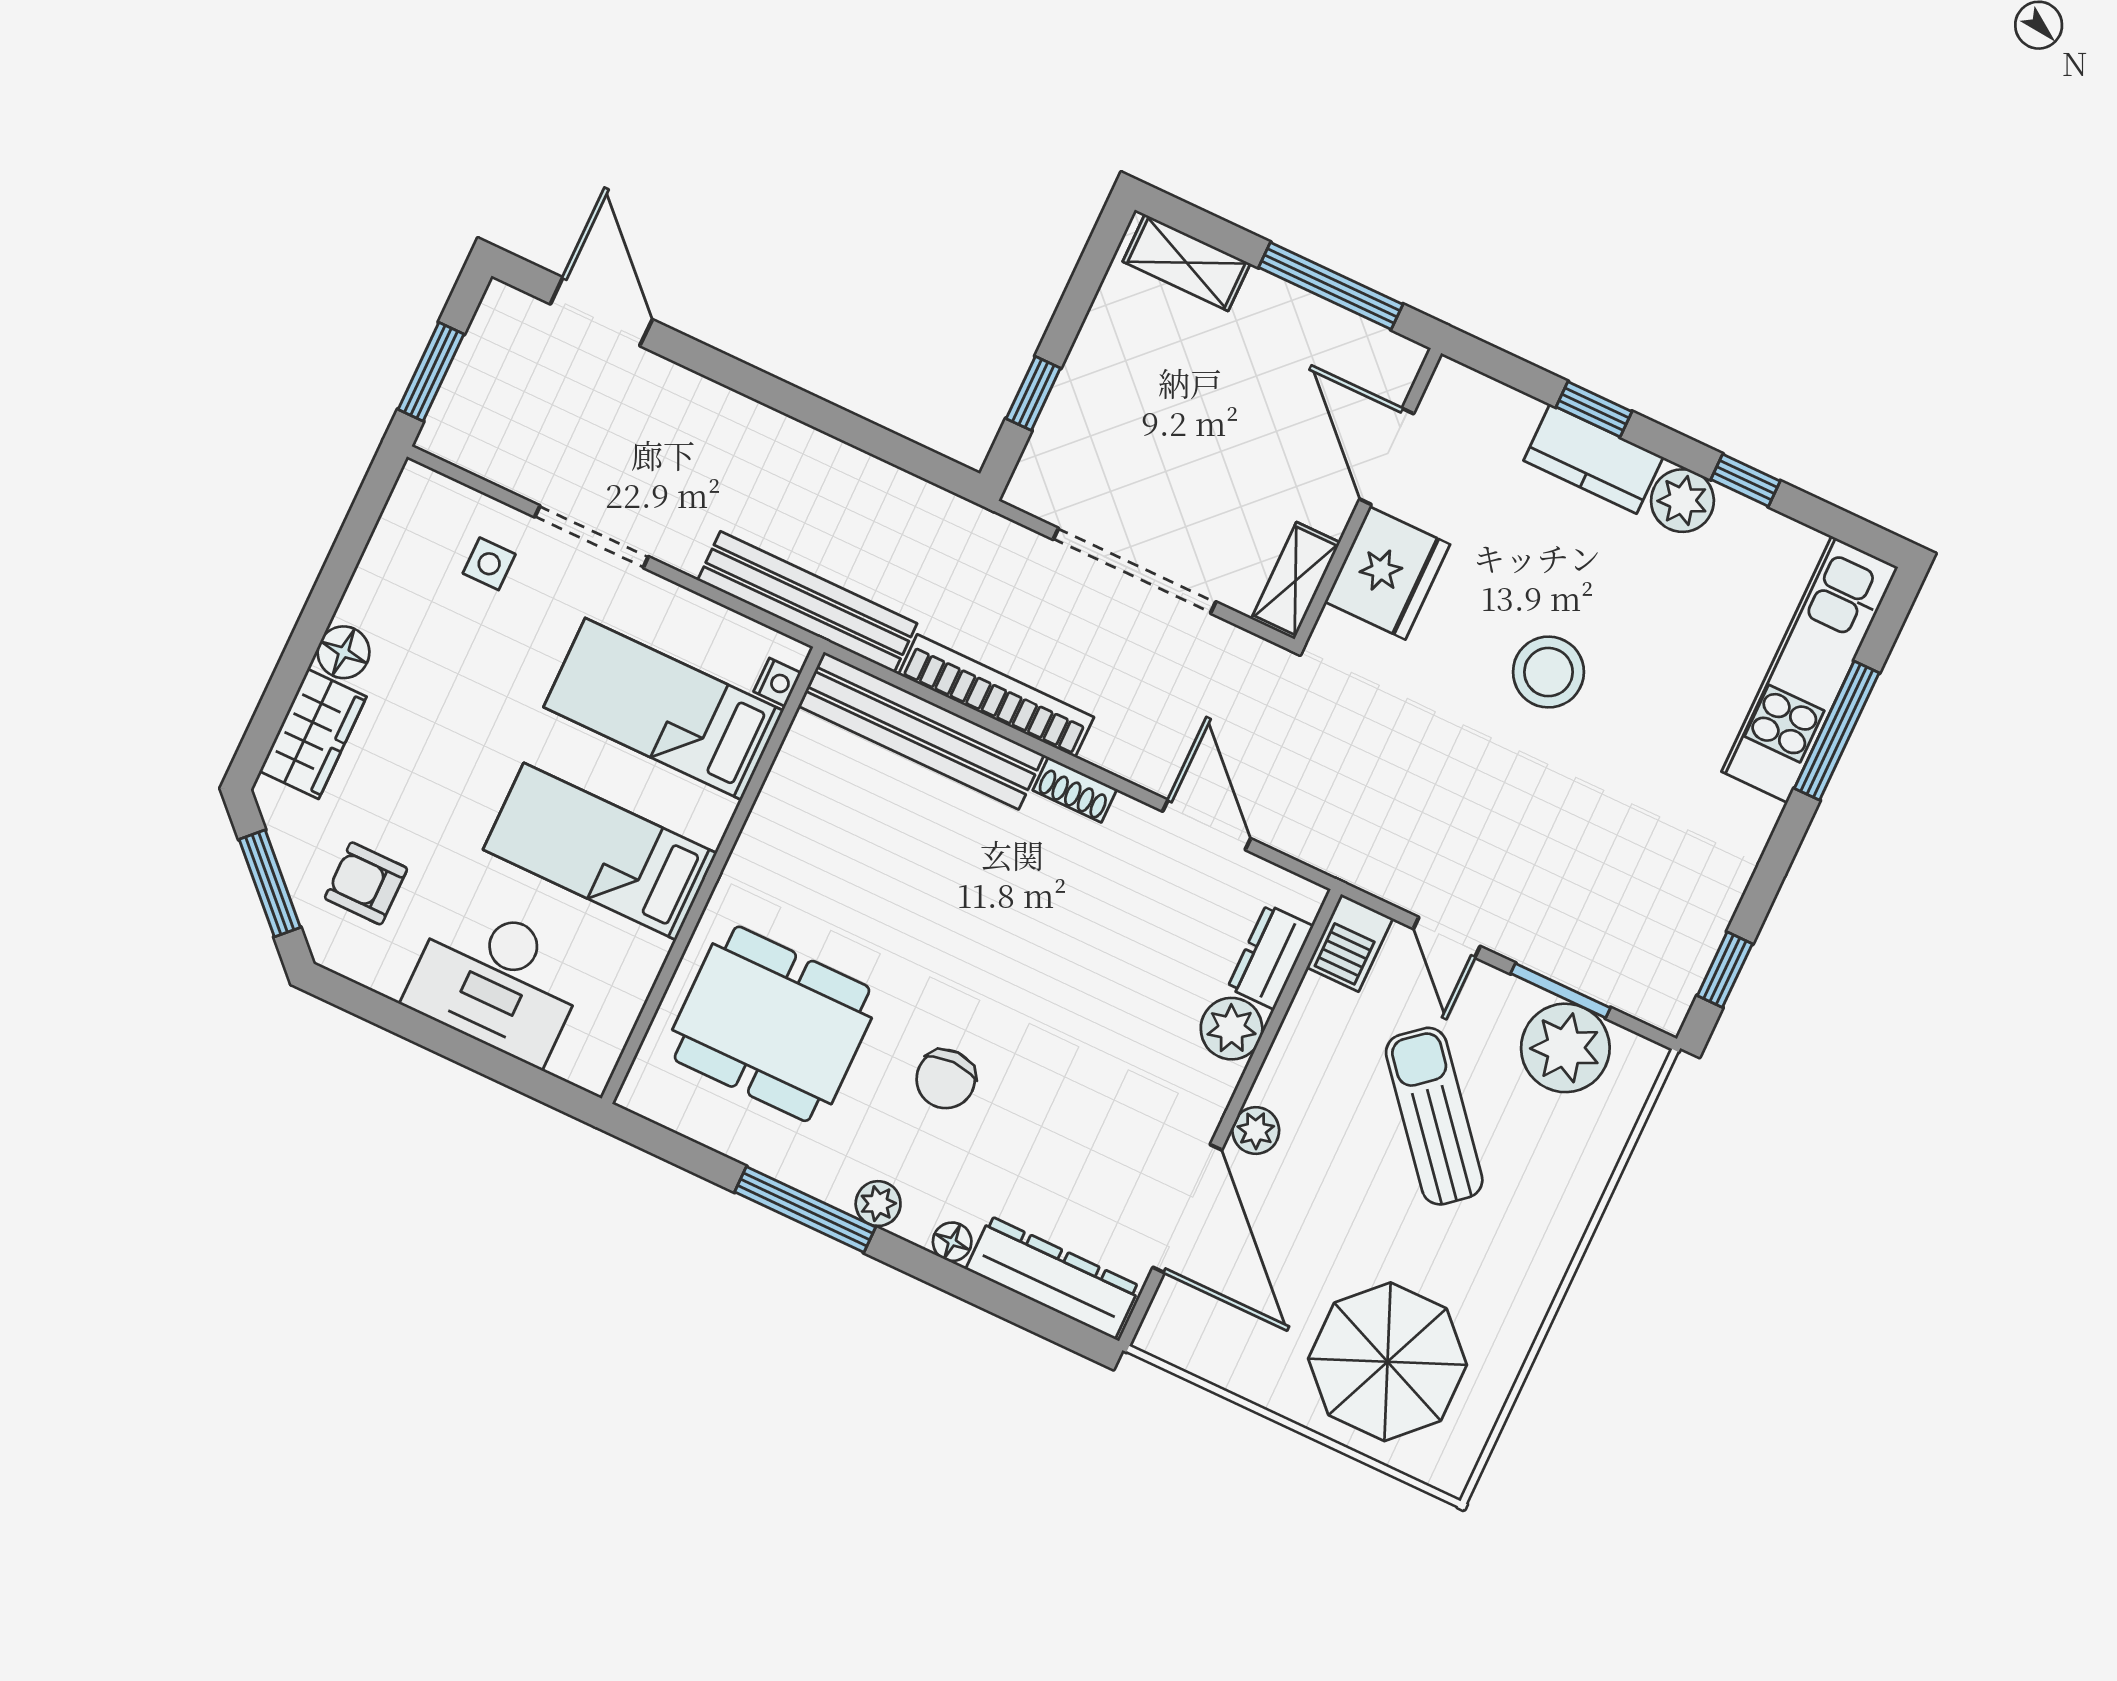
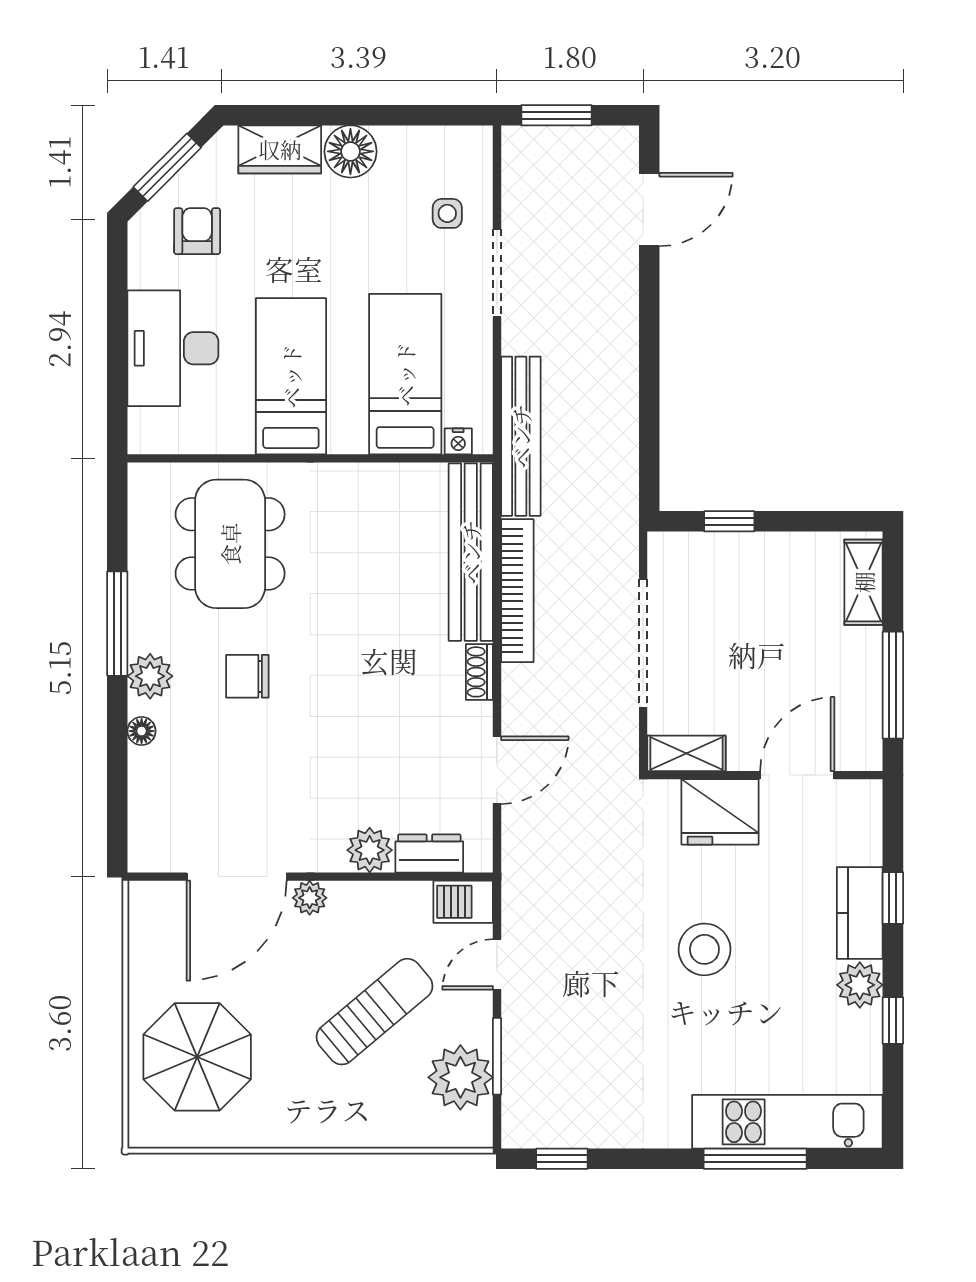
floor lamp: (344, 652) -> (350, 151), width x1.38, depth x1.38
plant: (878, 1204) -> (150, 676), width x1.38, depth x1.38
dresser: (1053, 1278) -> (149, 809), removed

